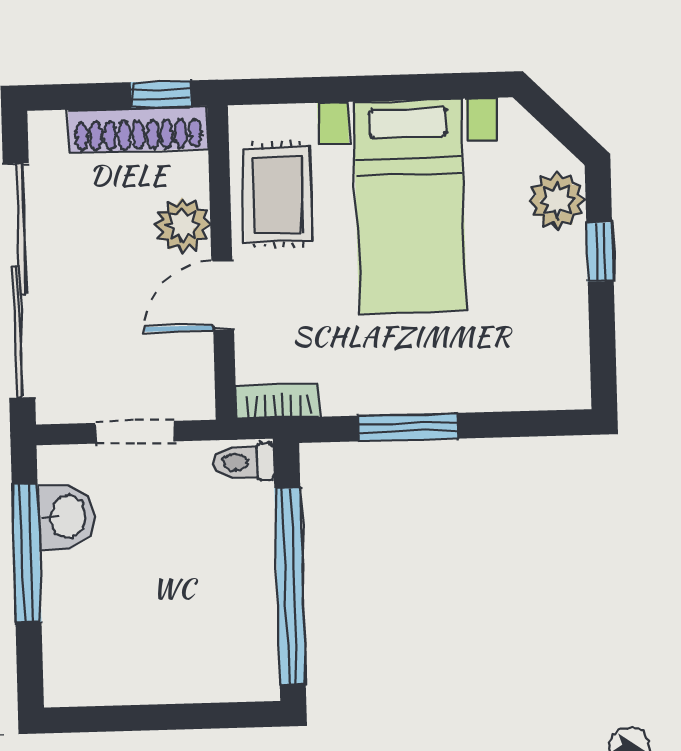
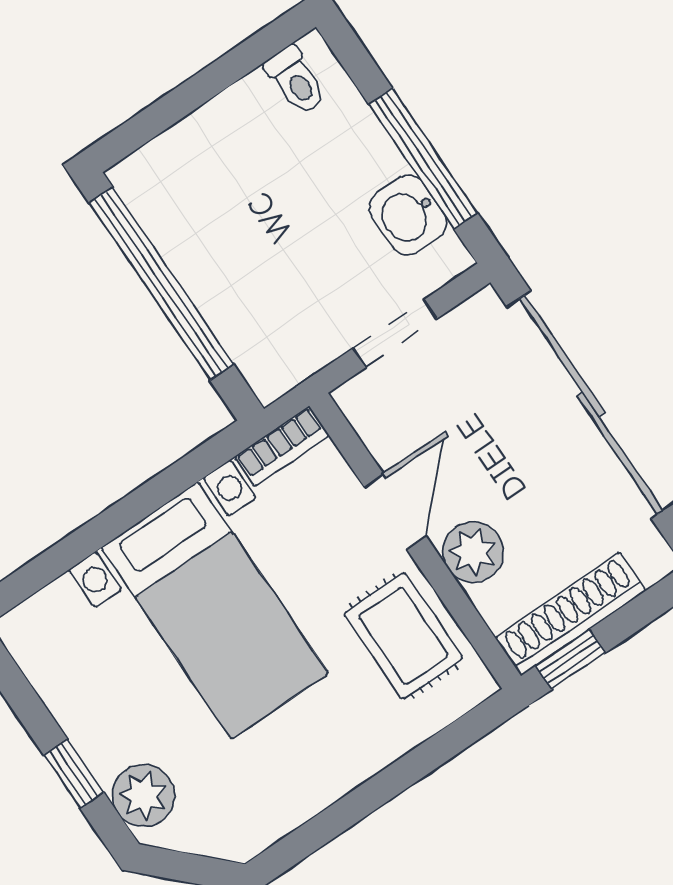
bed with nightstands: (410, 206) -> (215, 610), moved, turned 180
window: (408, 427) -> (147, 499), removed
toilet: (244, 462) -> (296, 80), moved, turned 90

